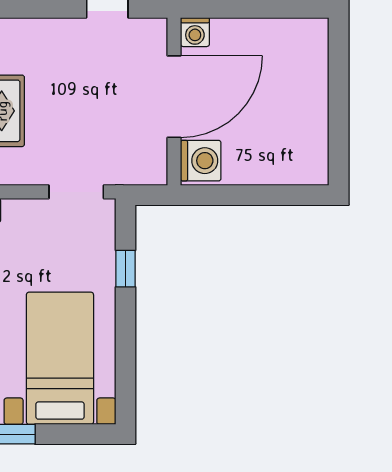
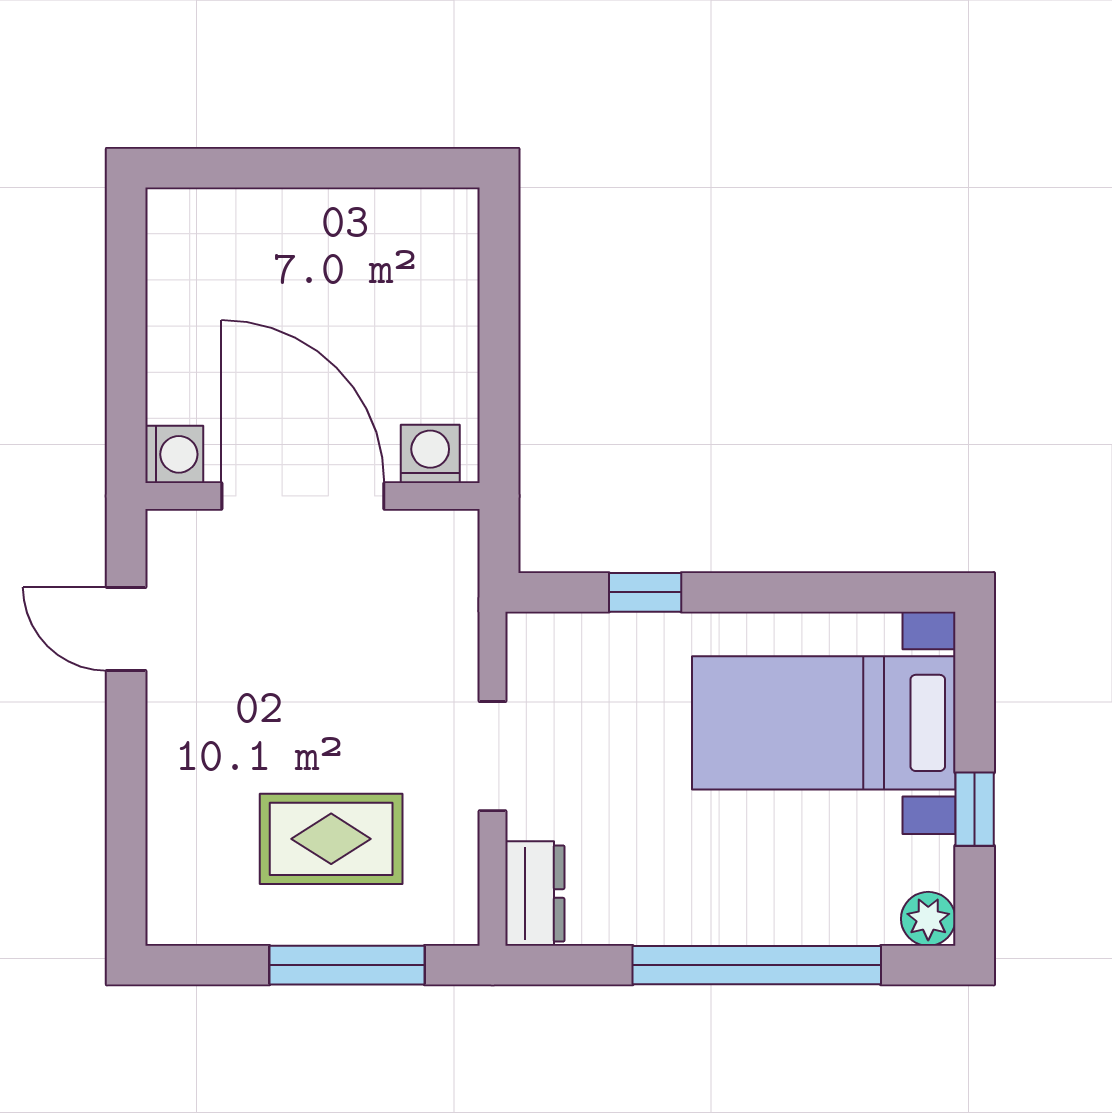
washing machine: (201, 161) -> (430, 454), width x0.73, depth x0.73
doorway: (76, 192) -> (493, 756), moved

